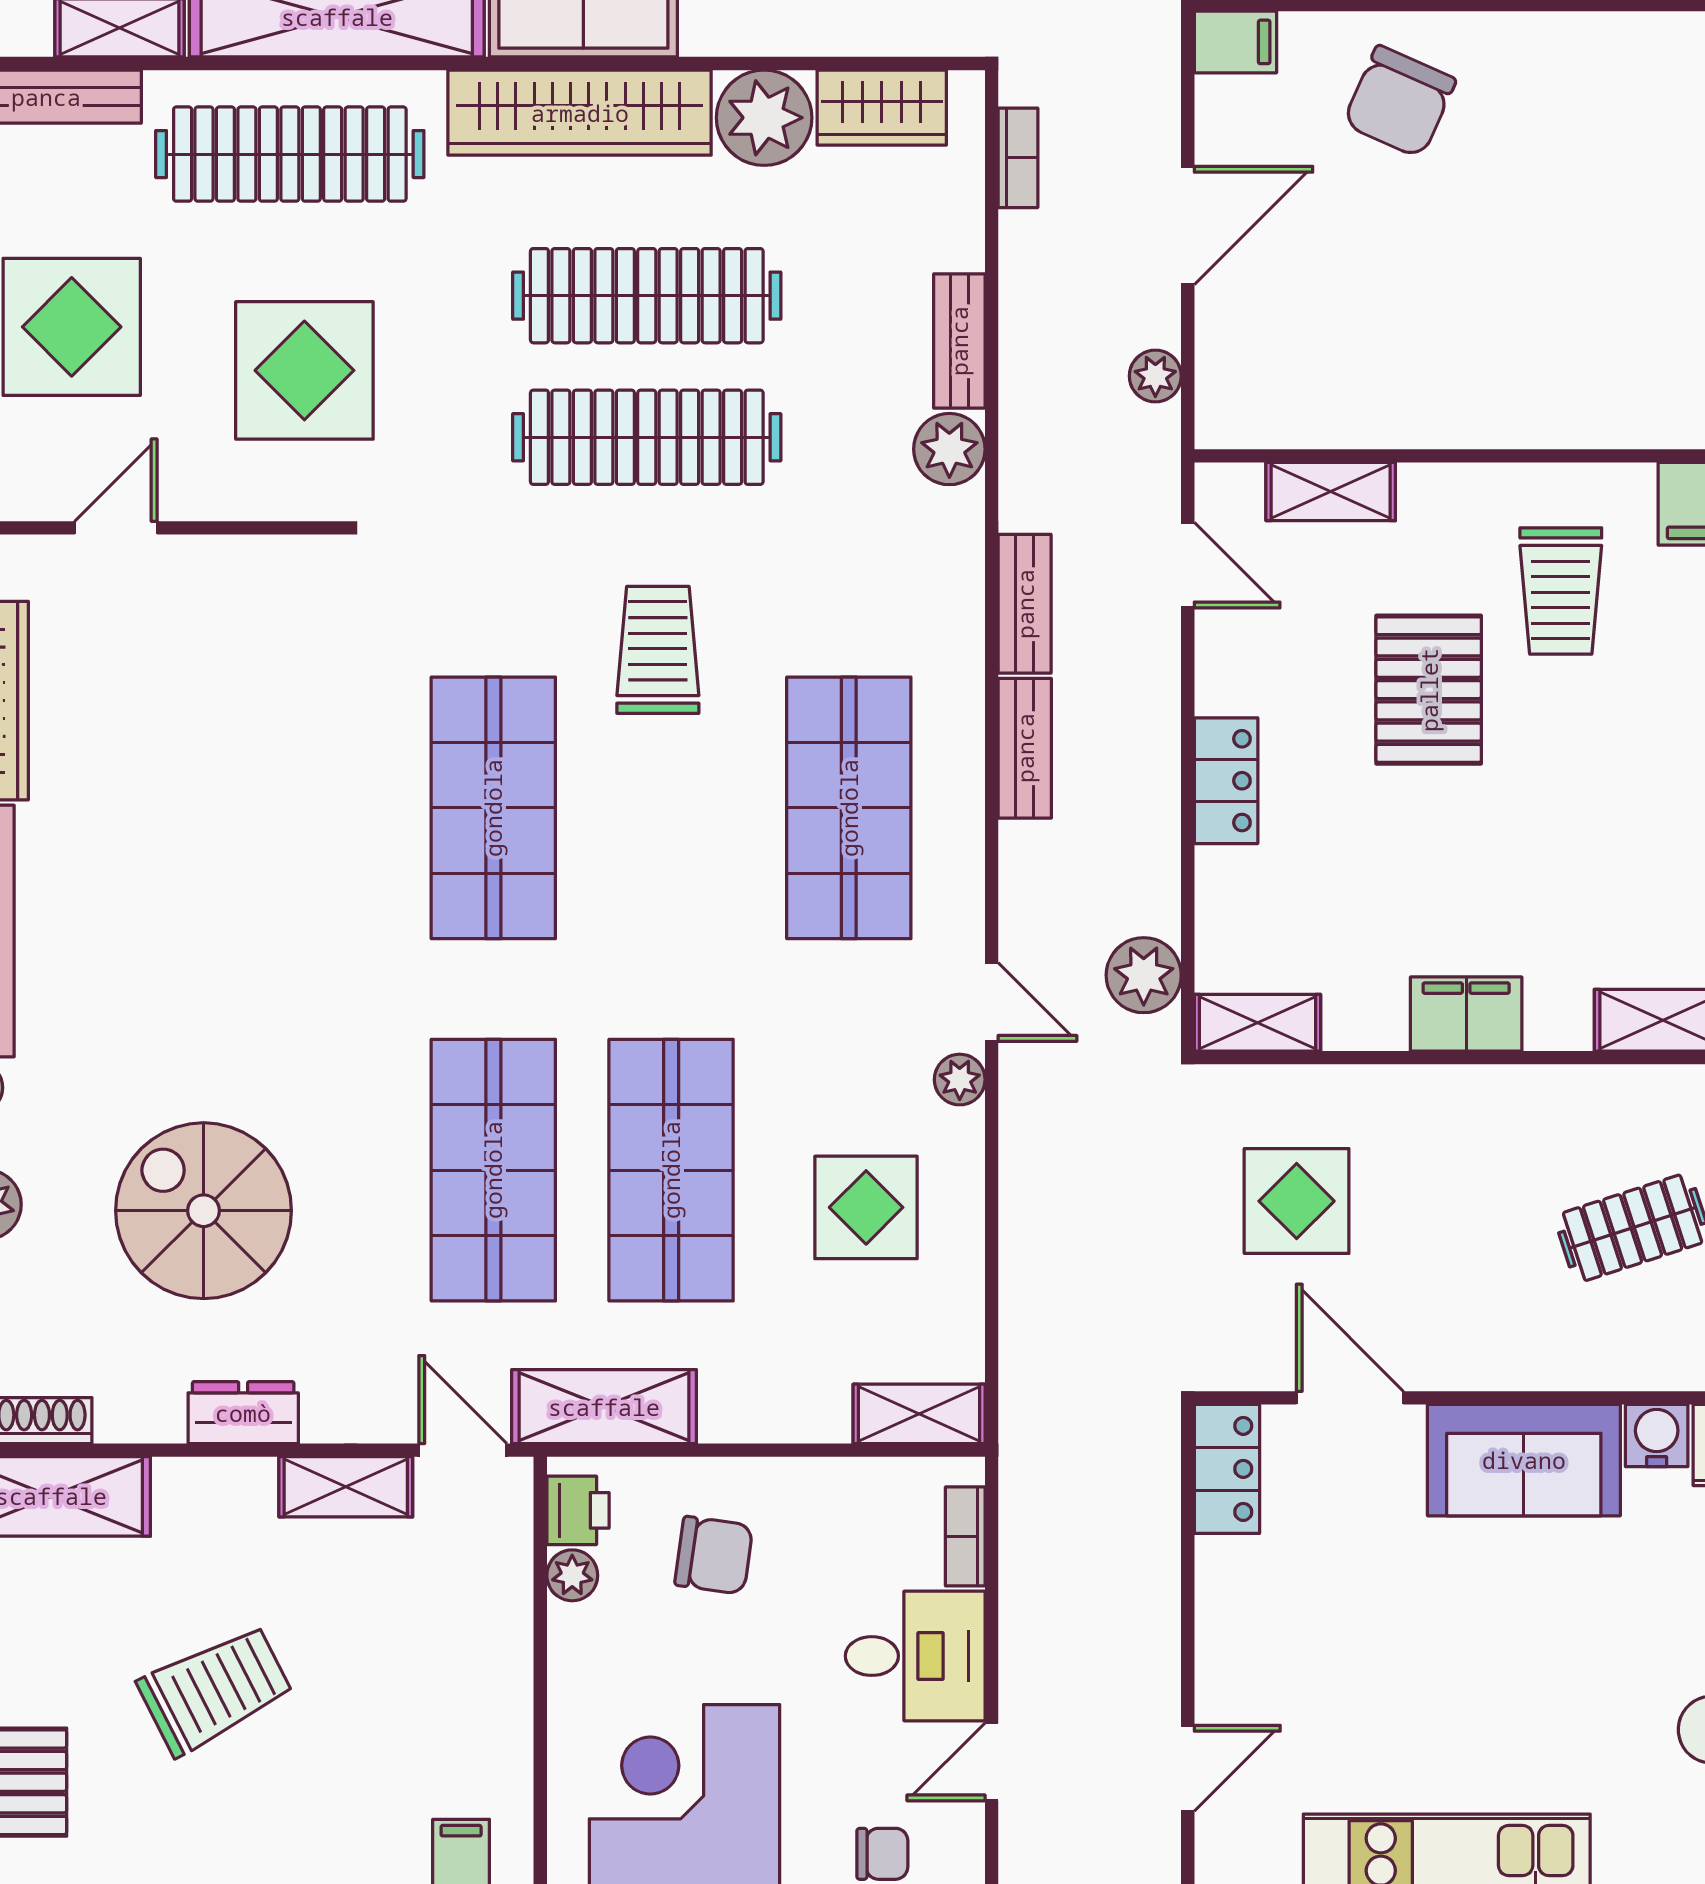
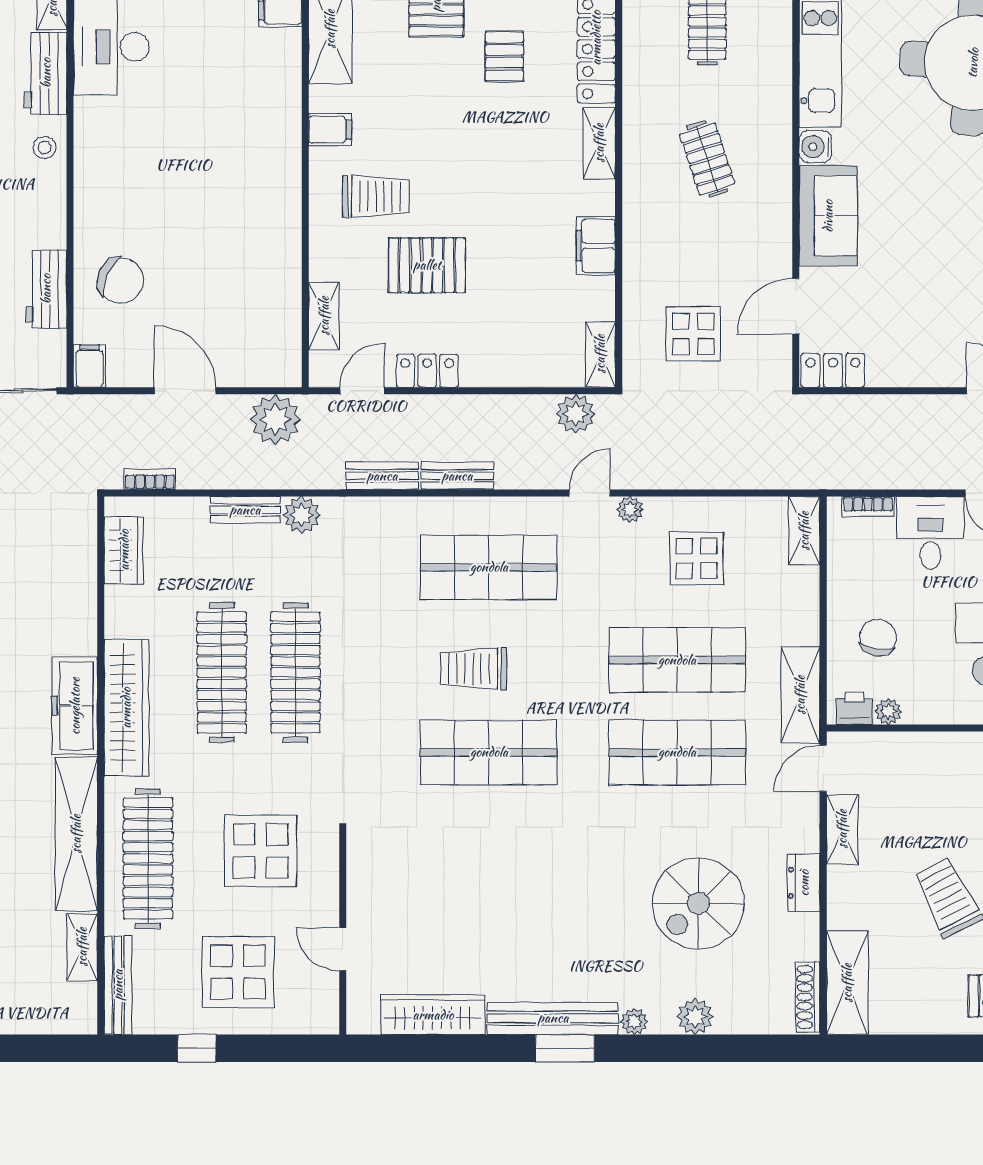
plant: (764, 118) -> (129, 611), removed
plant: (1155, 376) -> (275, 419), width x1.87, depth x1.87
trolley: (658, 650) -> (473, 669), moved
locker: (1226, 781) -> (427, 371), moved

